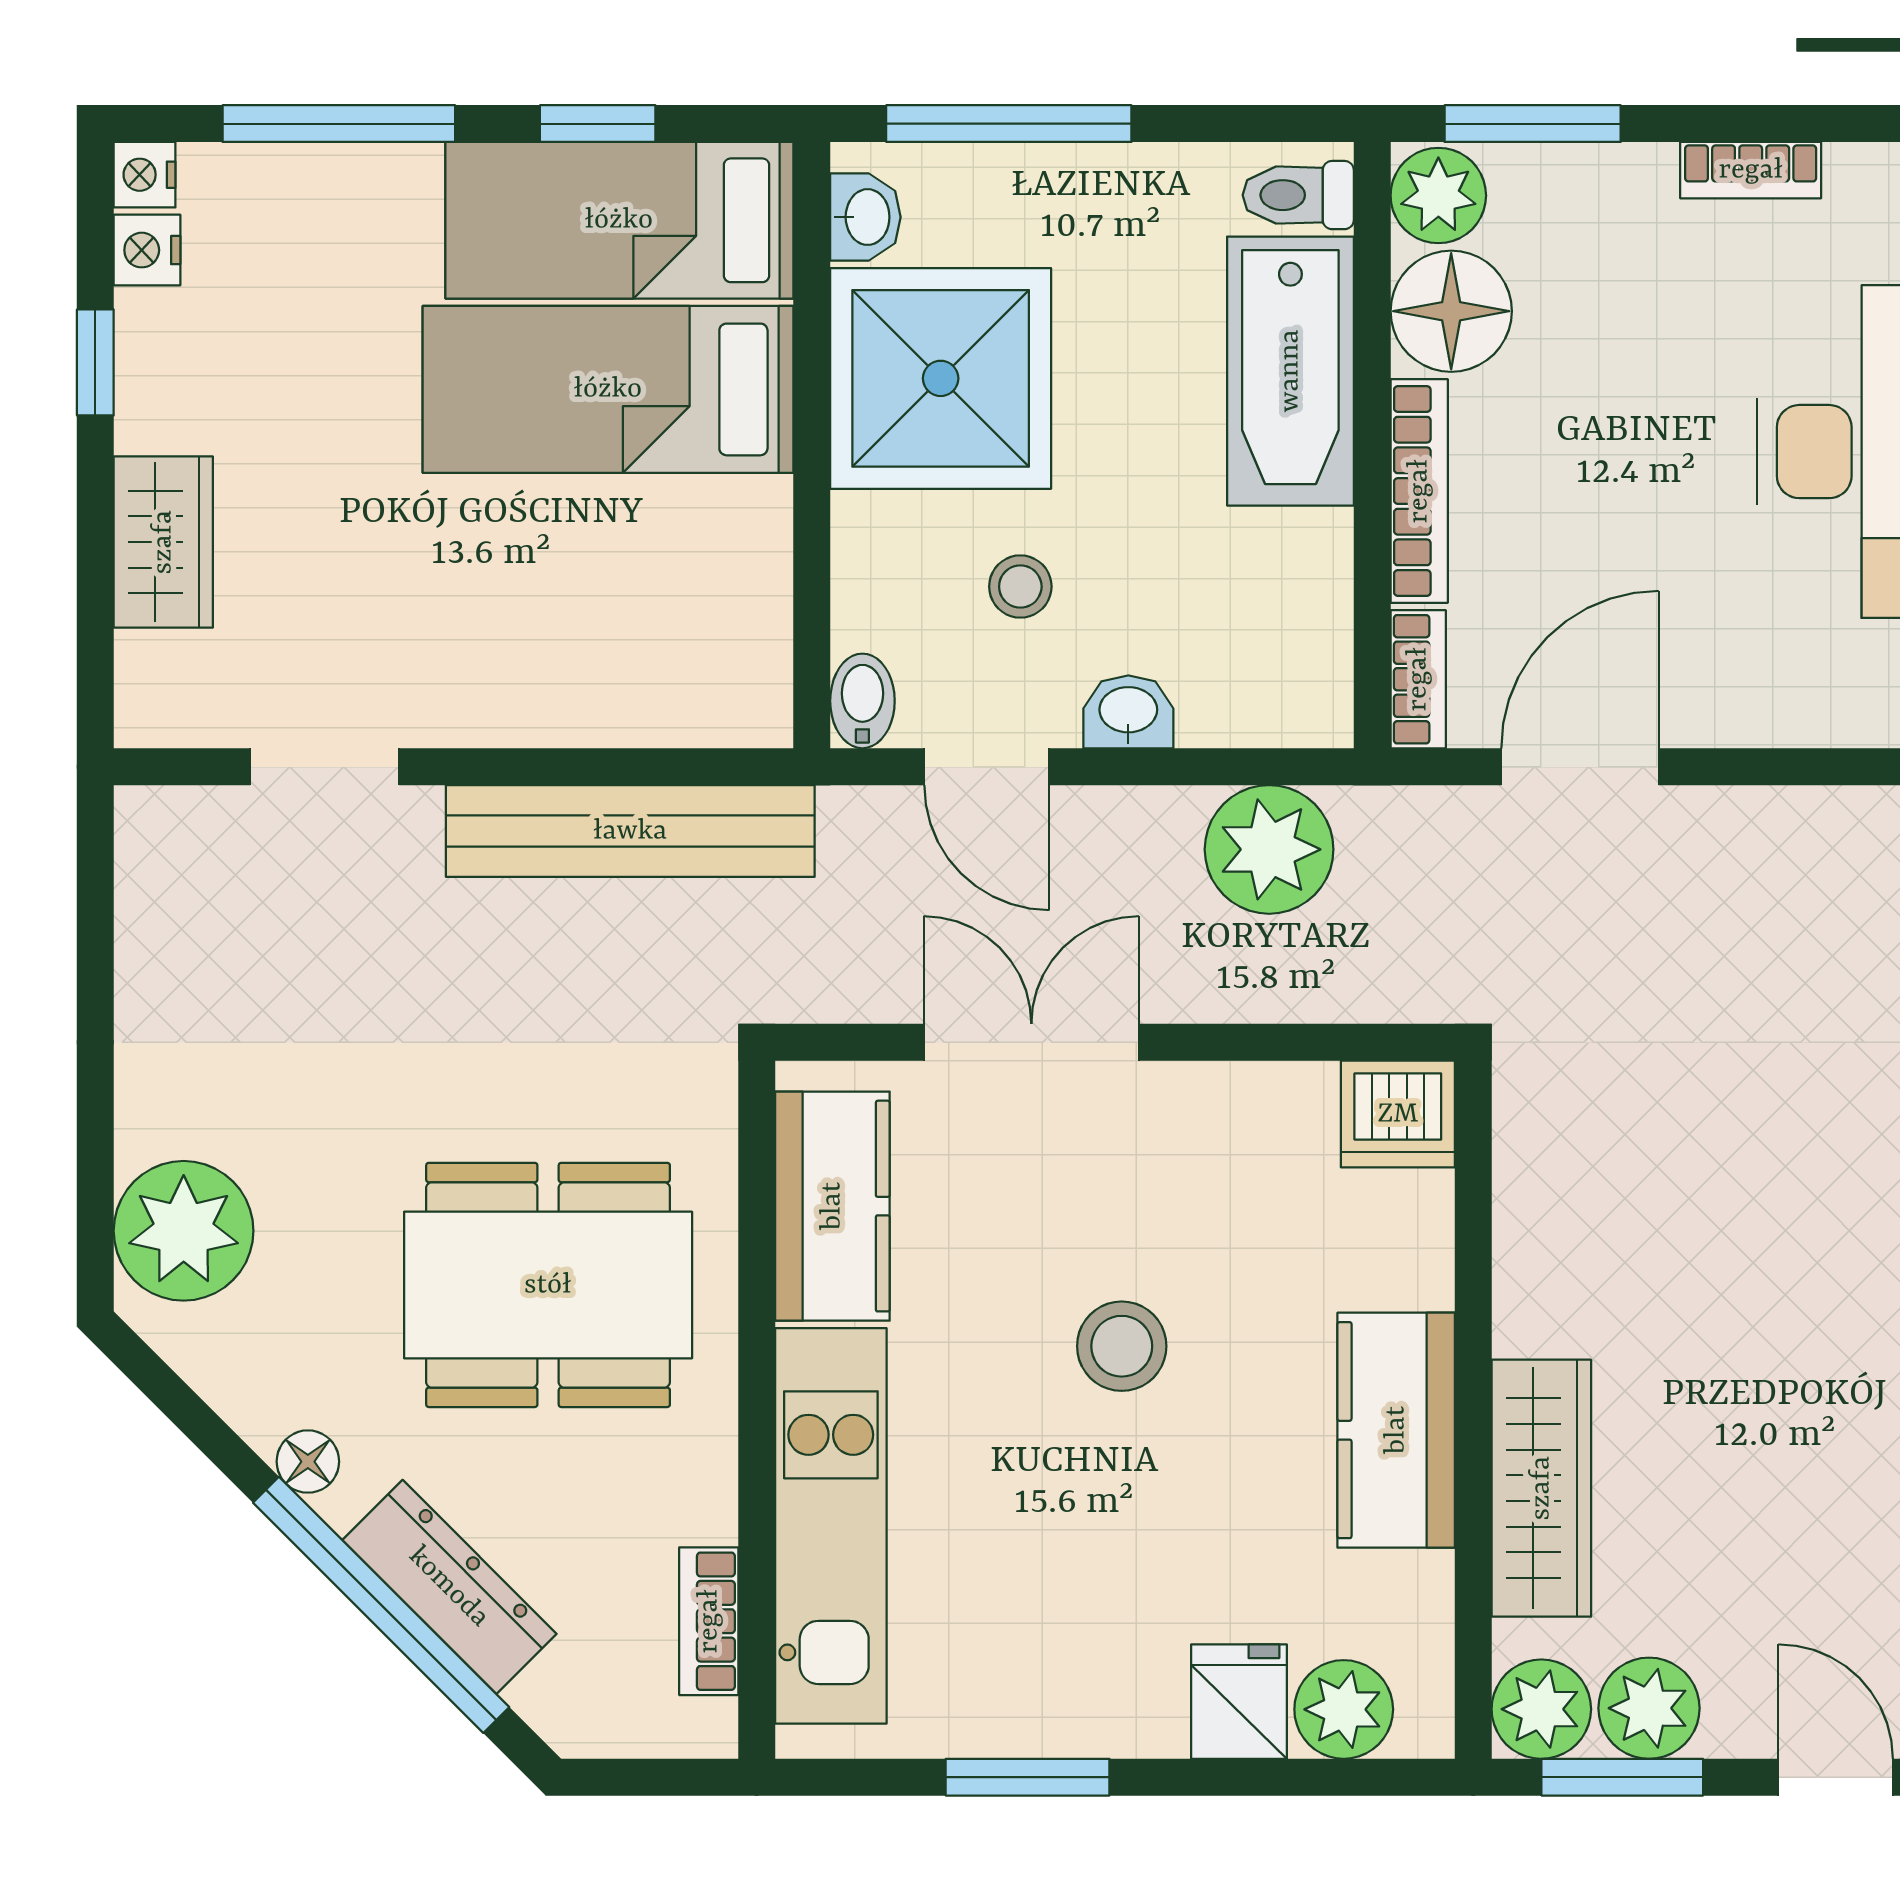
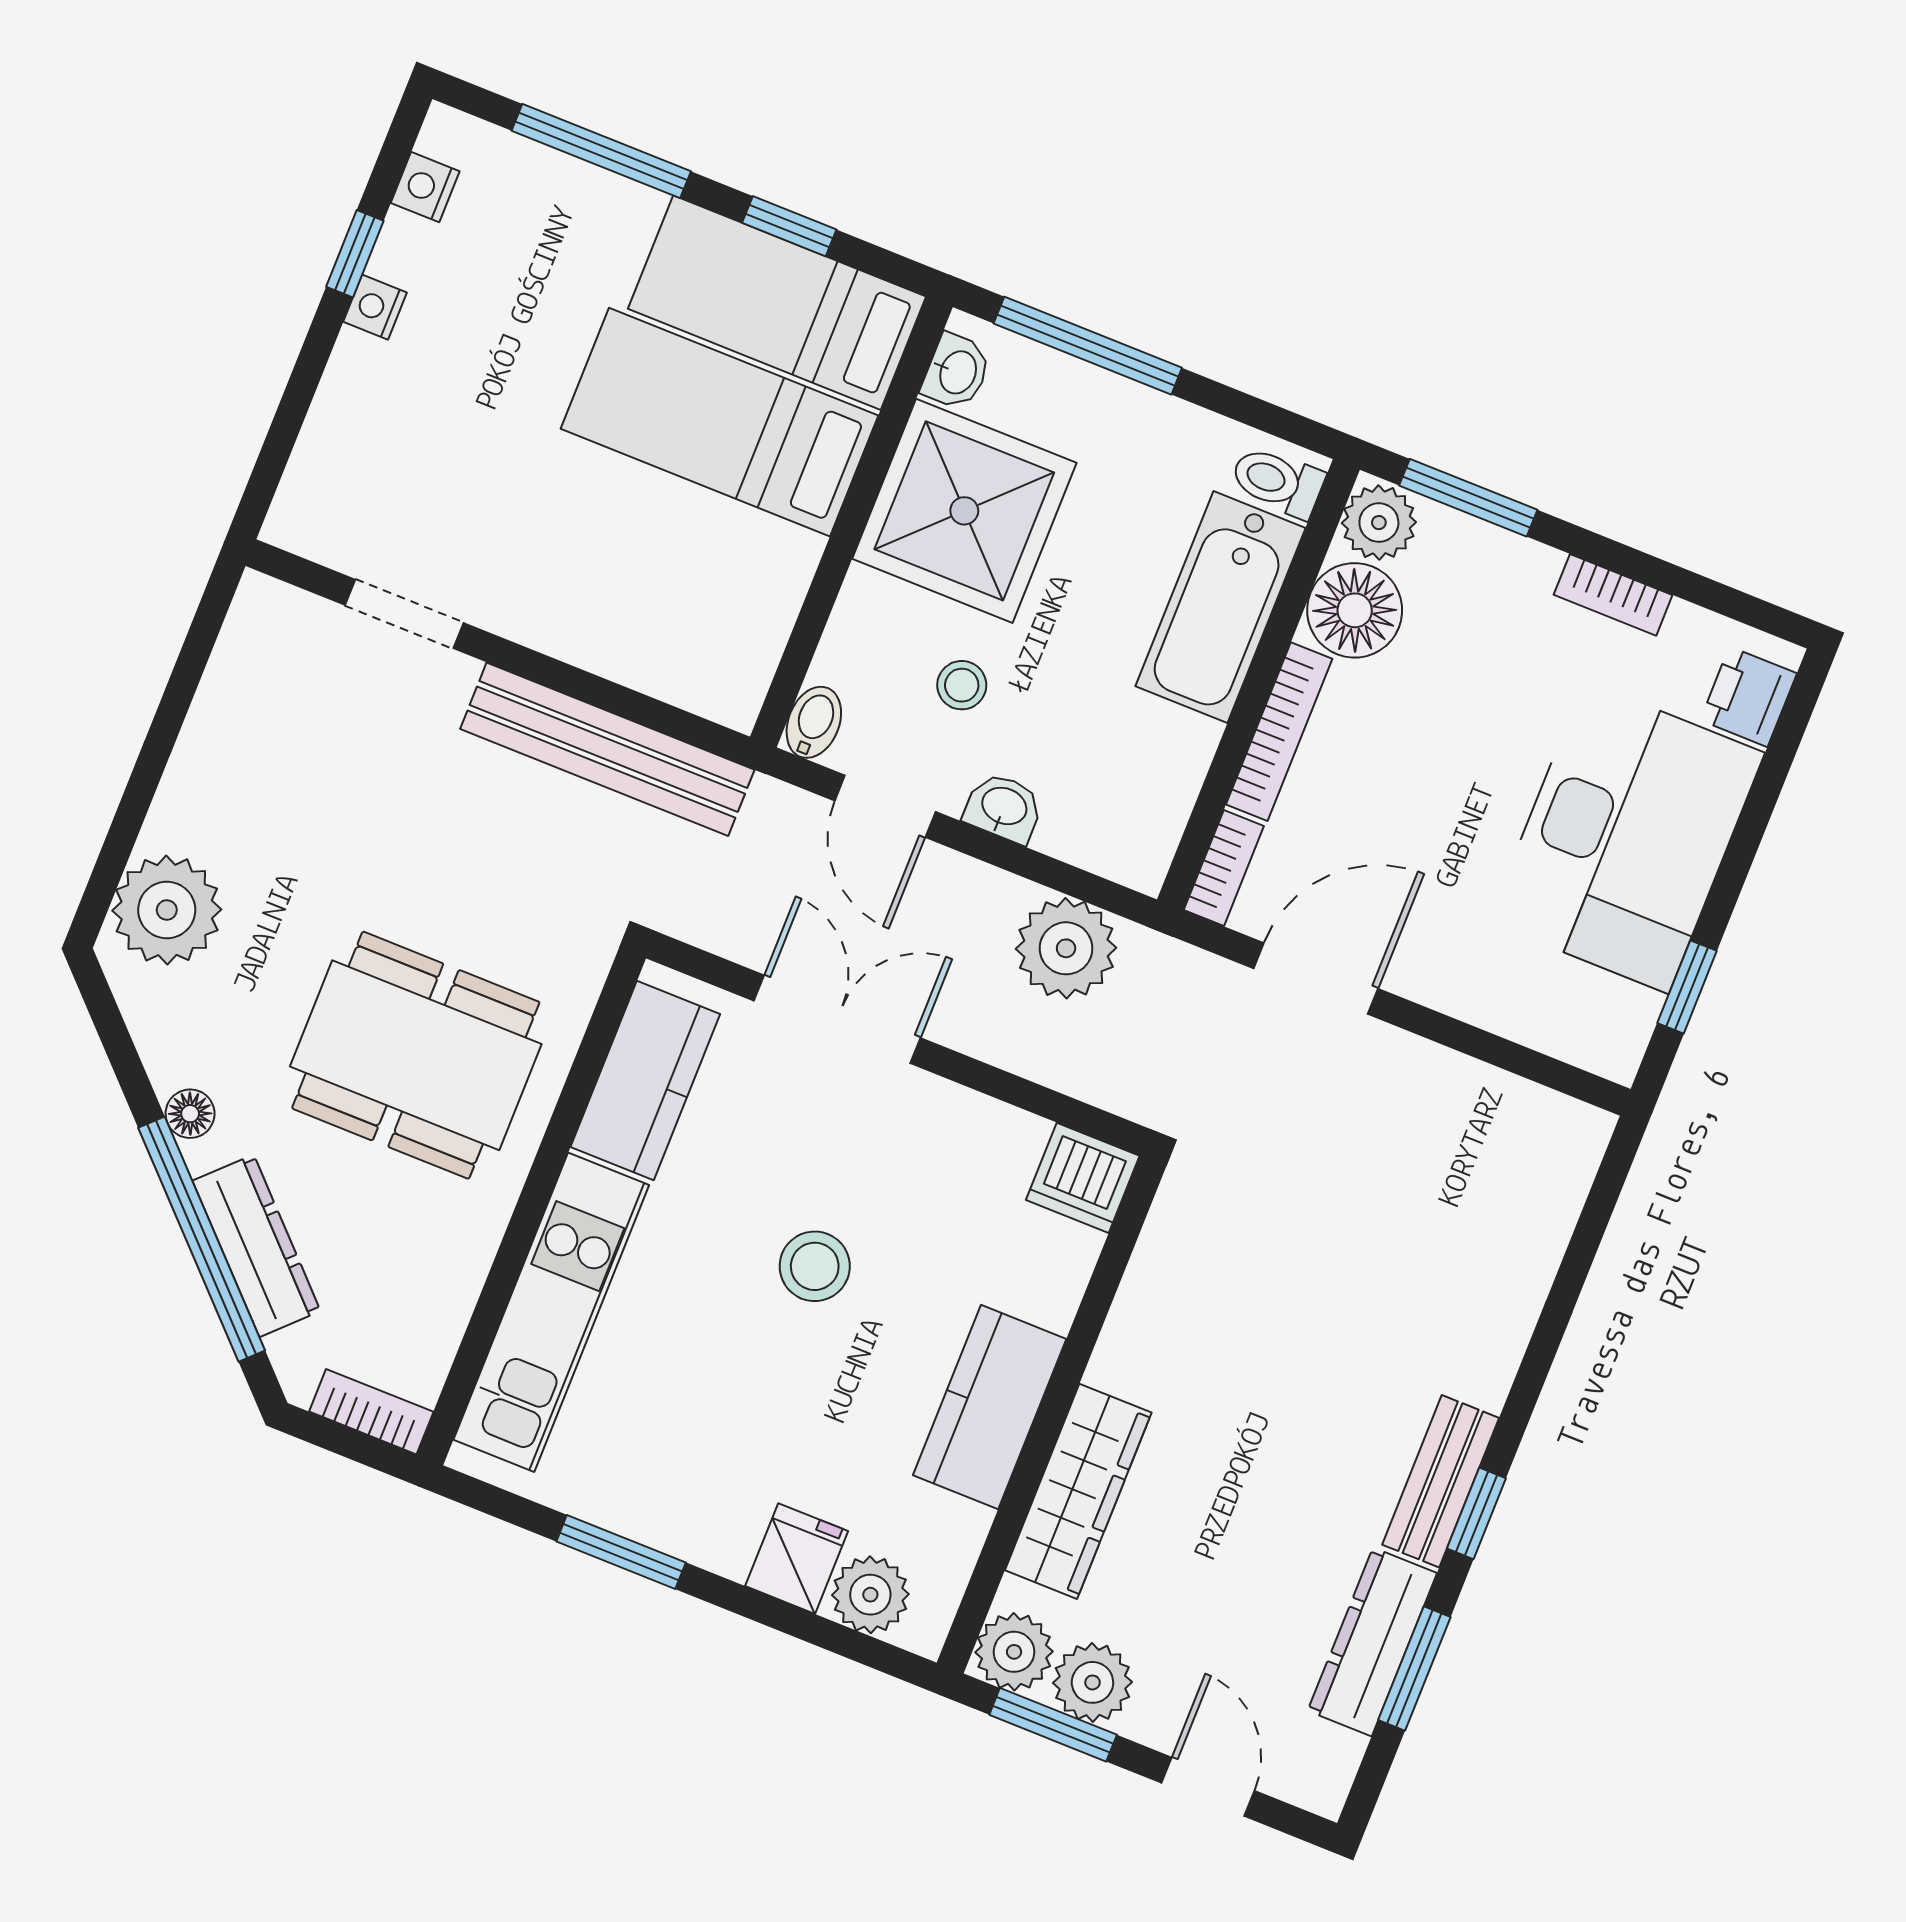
nightstand: (145, 175) -> (375, 307), moved
wardrobe: (163, 542) -> (352, 404), removed
bookcase: (709, 1621) -> (371, 1412), moved, turned 90

